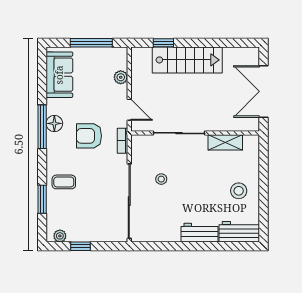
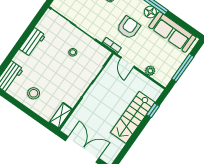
sofa: (59, 75) -> (172, 32), width x1.36
door: (129, 110) -> (127, 62), hinge flipped
shelving: (225, 142) -> (61, 116), moved
workbench: (200, 233) -> (32, 42), moved

